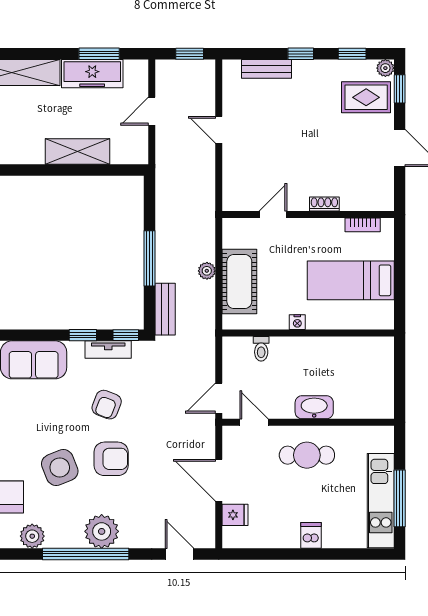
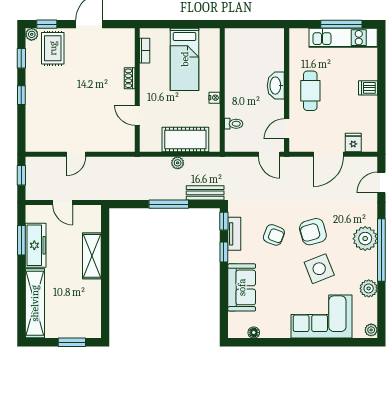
bench: (266, 69) -> (32, 120), removed
armchair: (111, 459) -> (313, 232), turned -106

